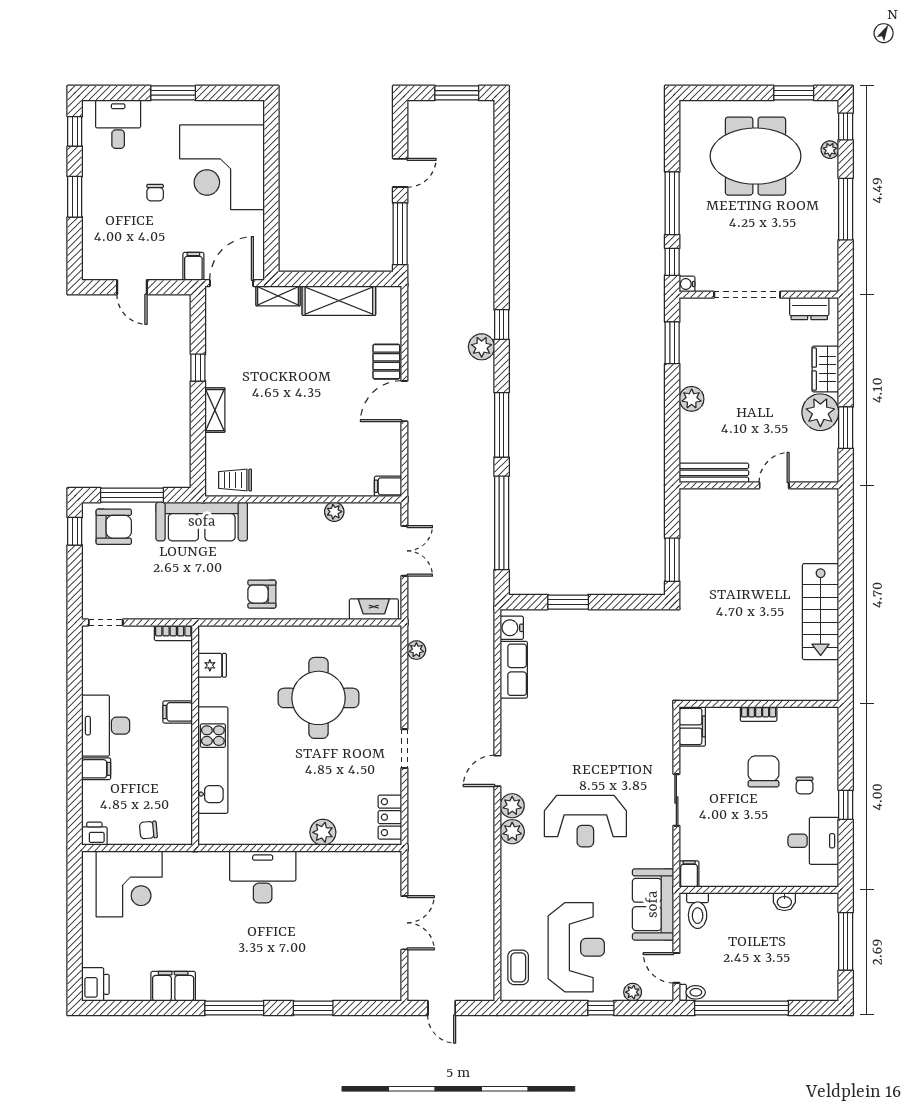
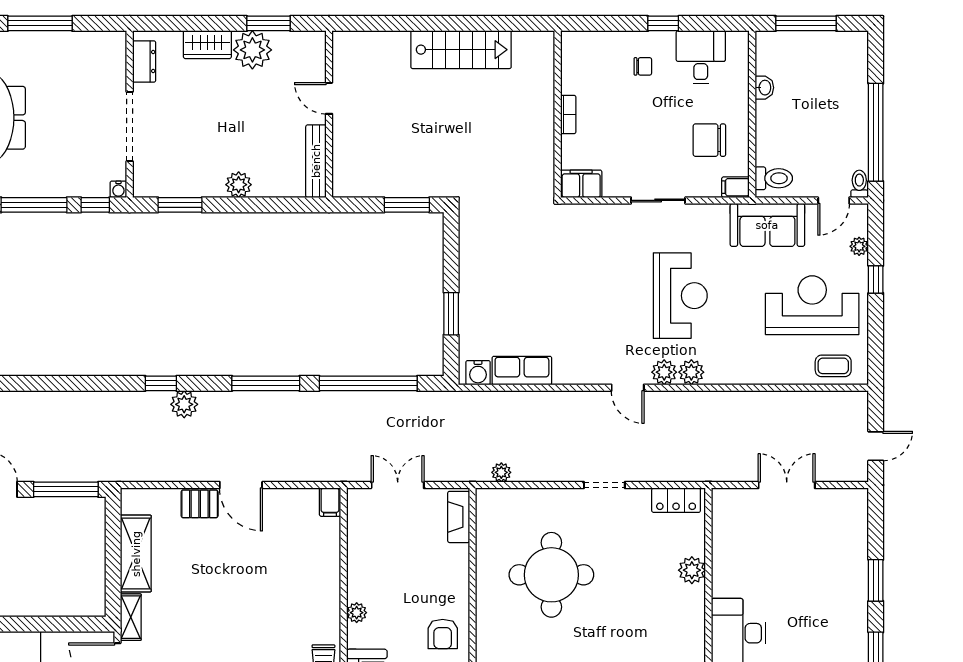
plant: (334, 512) -> (357, 613), moved
chair: (763, 771) -> (709, 140), moved

